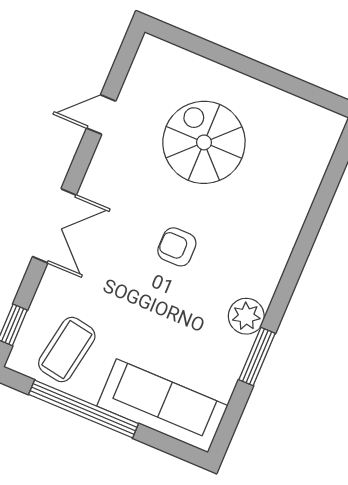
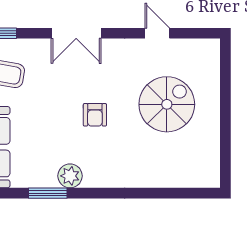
armchair: (177, 247) -> (95, 115), turned 180

